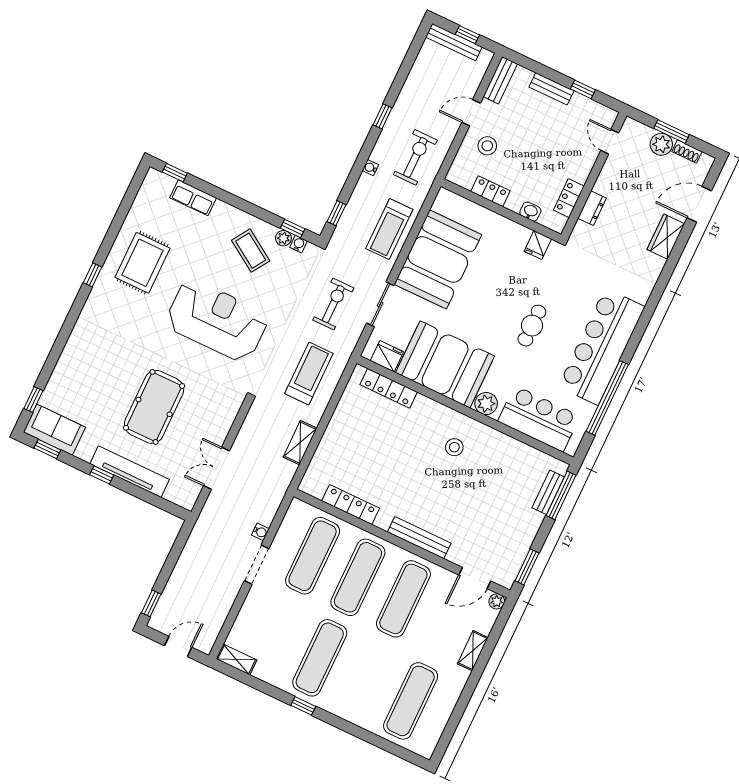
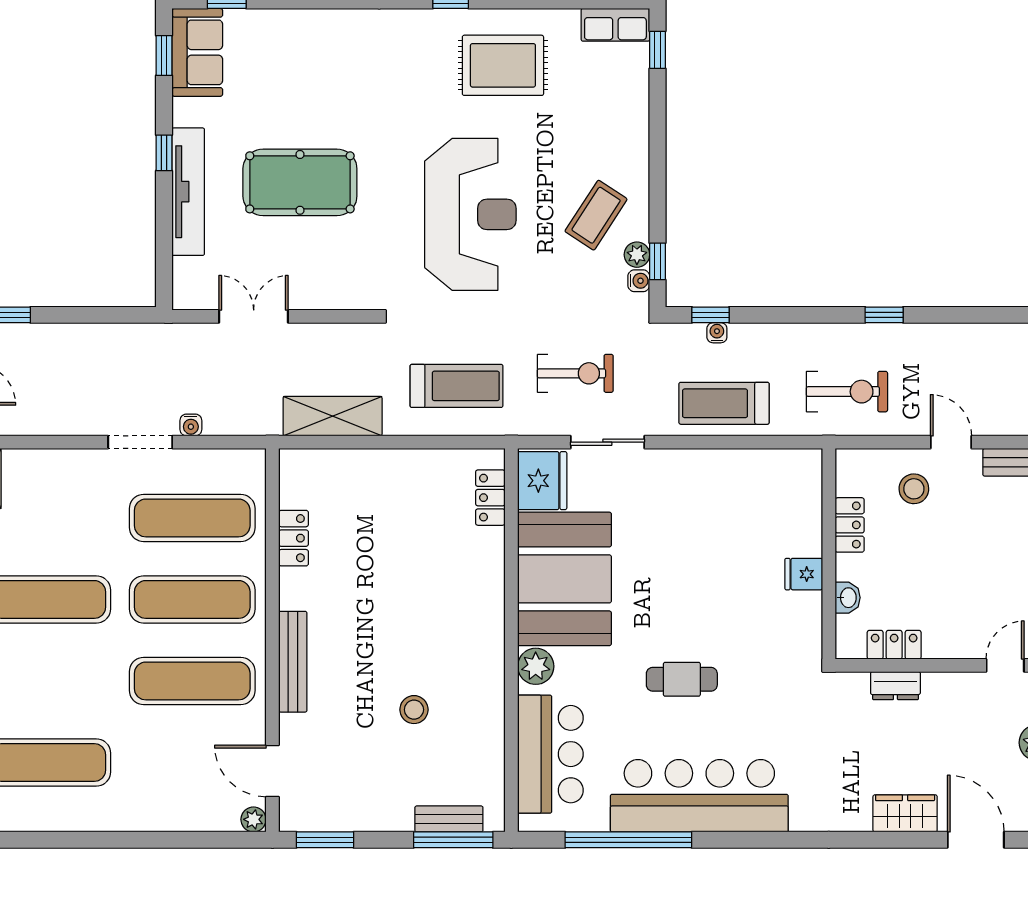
water cooler: (370, 168) -> (717, 333), moved
row of seats: (193, 198) -> (615, 25), moved, turned -90
fridge: (538, 245) -> (804, 574), moved
booth: (438, 259) -> (713, 495), removed
fridge: (387, 356) -> (542, 481), width x1.36, depth x1.34
locker: (389, 388) -> (490, 498), width x0.66
shelving: (300, 443) -> (333, 416), width x1.50, depth x1.33
stool: (454, 447) -> (414, 710), moved
locker: (351, 505) -> (294, 538), width x0.66
shelving: (473, 651) -> (165, 819), removed

